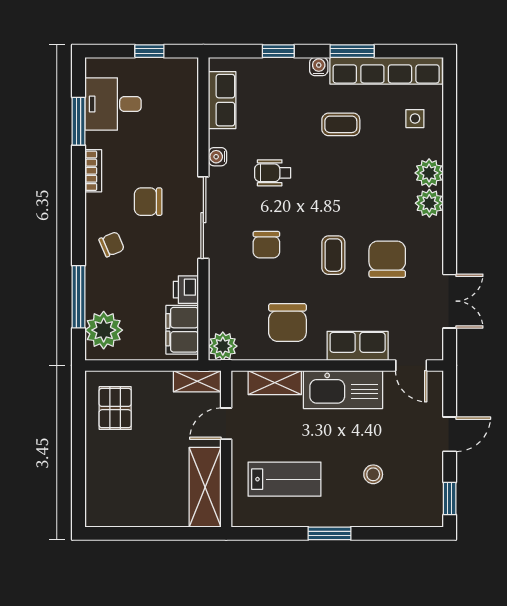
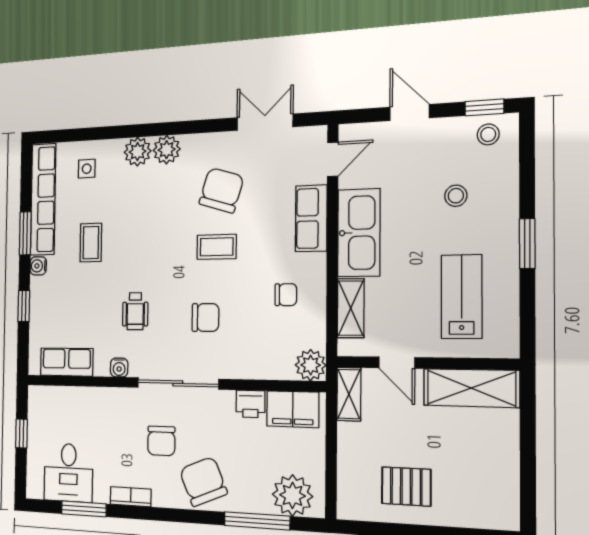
chair: (112, 244) -> (203, 482), width x1.87, depth x1.87
chair: (387, 259) -> (221, 190), turned 107
chair: (287, 322) -> (286, 295), width x0.54, depth x0.54
pallet: (115, 408) -> (406, 486), moved
stool: (426, 502) -> (488, 134), added

